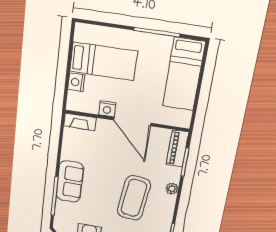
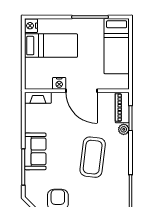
nightstand: (76, 82) -> (31, 26), moved
plant: (172, 189) -> (124, 129), moved

